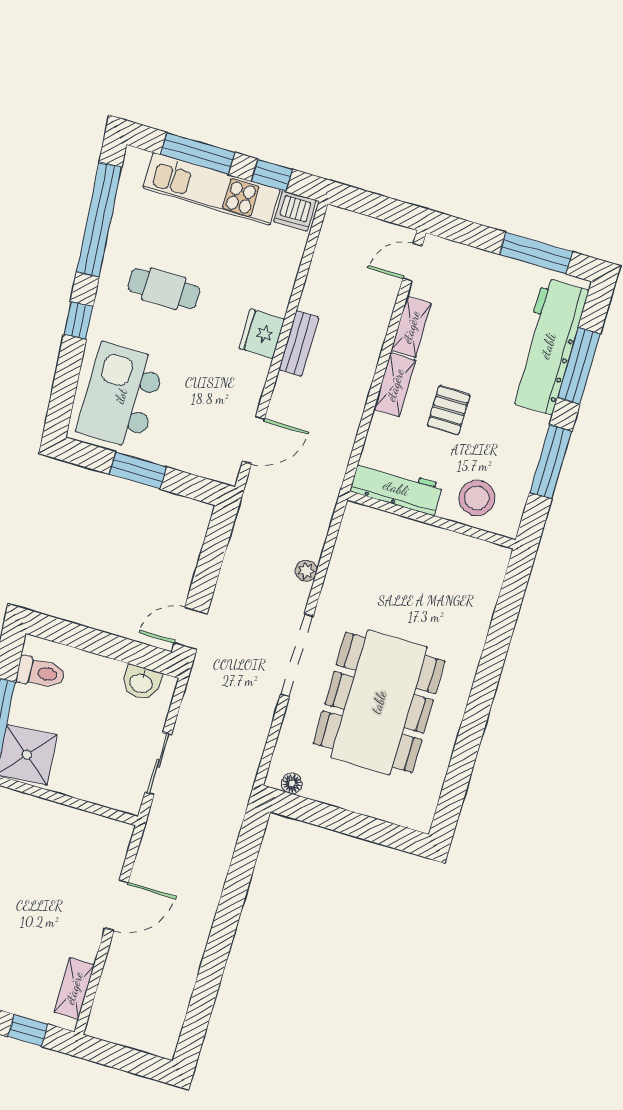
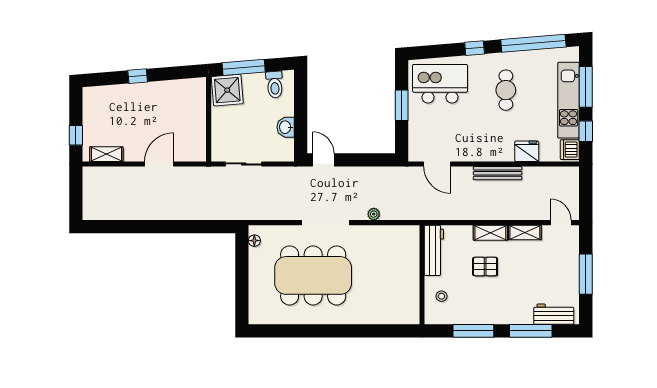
window: (536, 253) -> (586, 274), moved
fridge: (262, 334) -> (527, 151), moved
bench: (299, 343) -> (498, 173), width x1.36
workbench: (548, 346) -> (554, 314), width x0.53, depth x0.76
stool: (477, 498) -> (441, 296), width x0.53, depth x0.53
washbasin: (141, 682) -> (286, 127), moved
door: (117, 905) -> (159, 164), swing flipped

